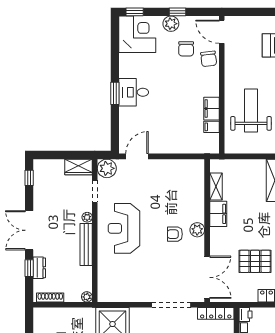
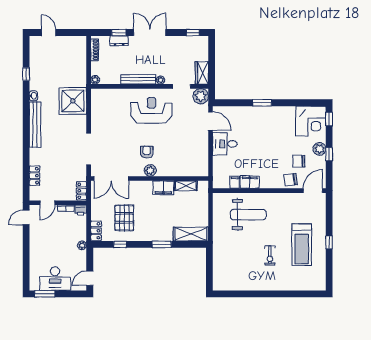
desk: (134, 92) -> (225, 144), moved, turned -90
locker: (216, 313) -> (82, 191), width x0.66

